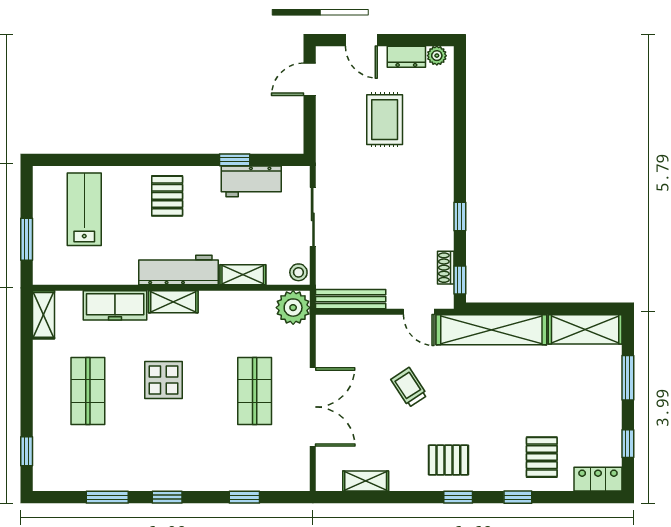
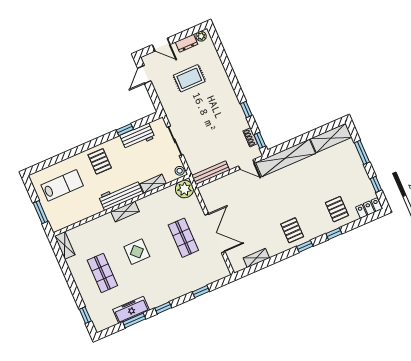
rug: (385, 120) -> (189, 78), turned 90
lab bench: (84, 209) -> (62, 185), turned 90
freezer: (115, 305) -> (131, 310), moved, turned 180
trolley: (409, 387) -> (258, 203), removed
pallet: (448, 460) -> (292, 230), turned 90

